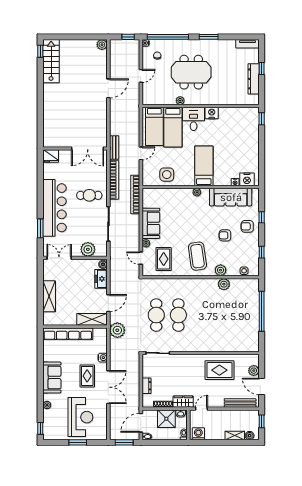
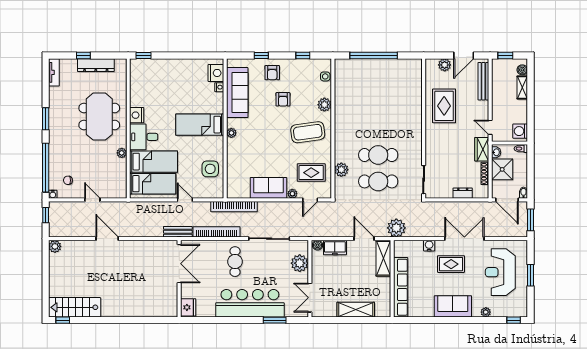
meeting table: (191, 72) -> (99, 117), moved
plant: (224, 284) -> (341, 170), moved
reception desk: (80, 417) -> (500, 272), turned -90

